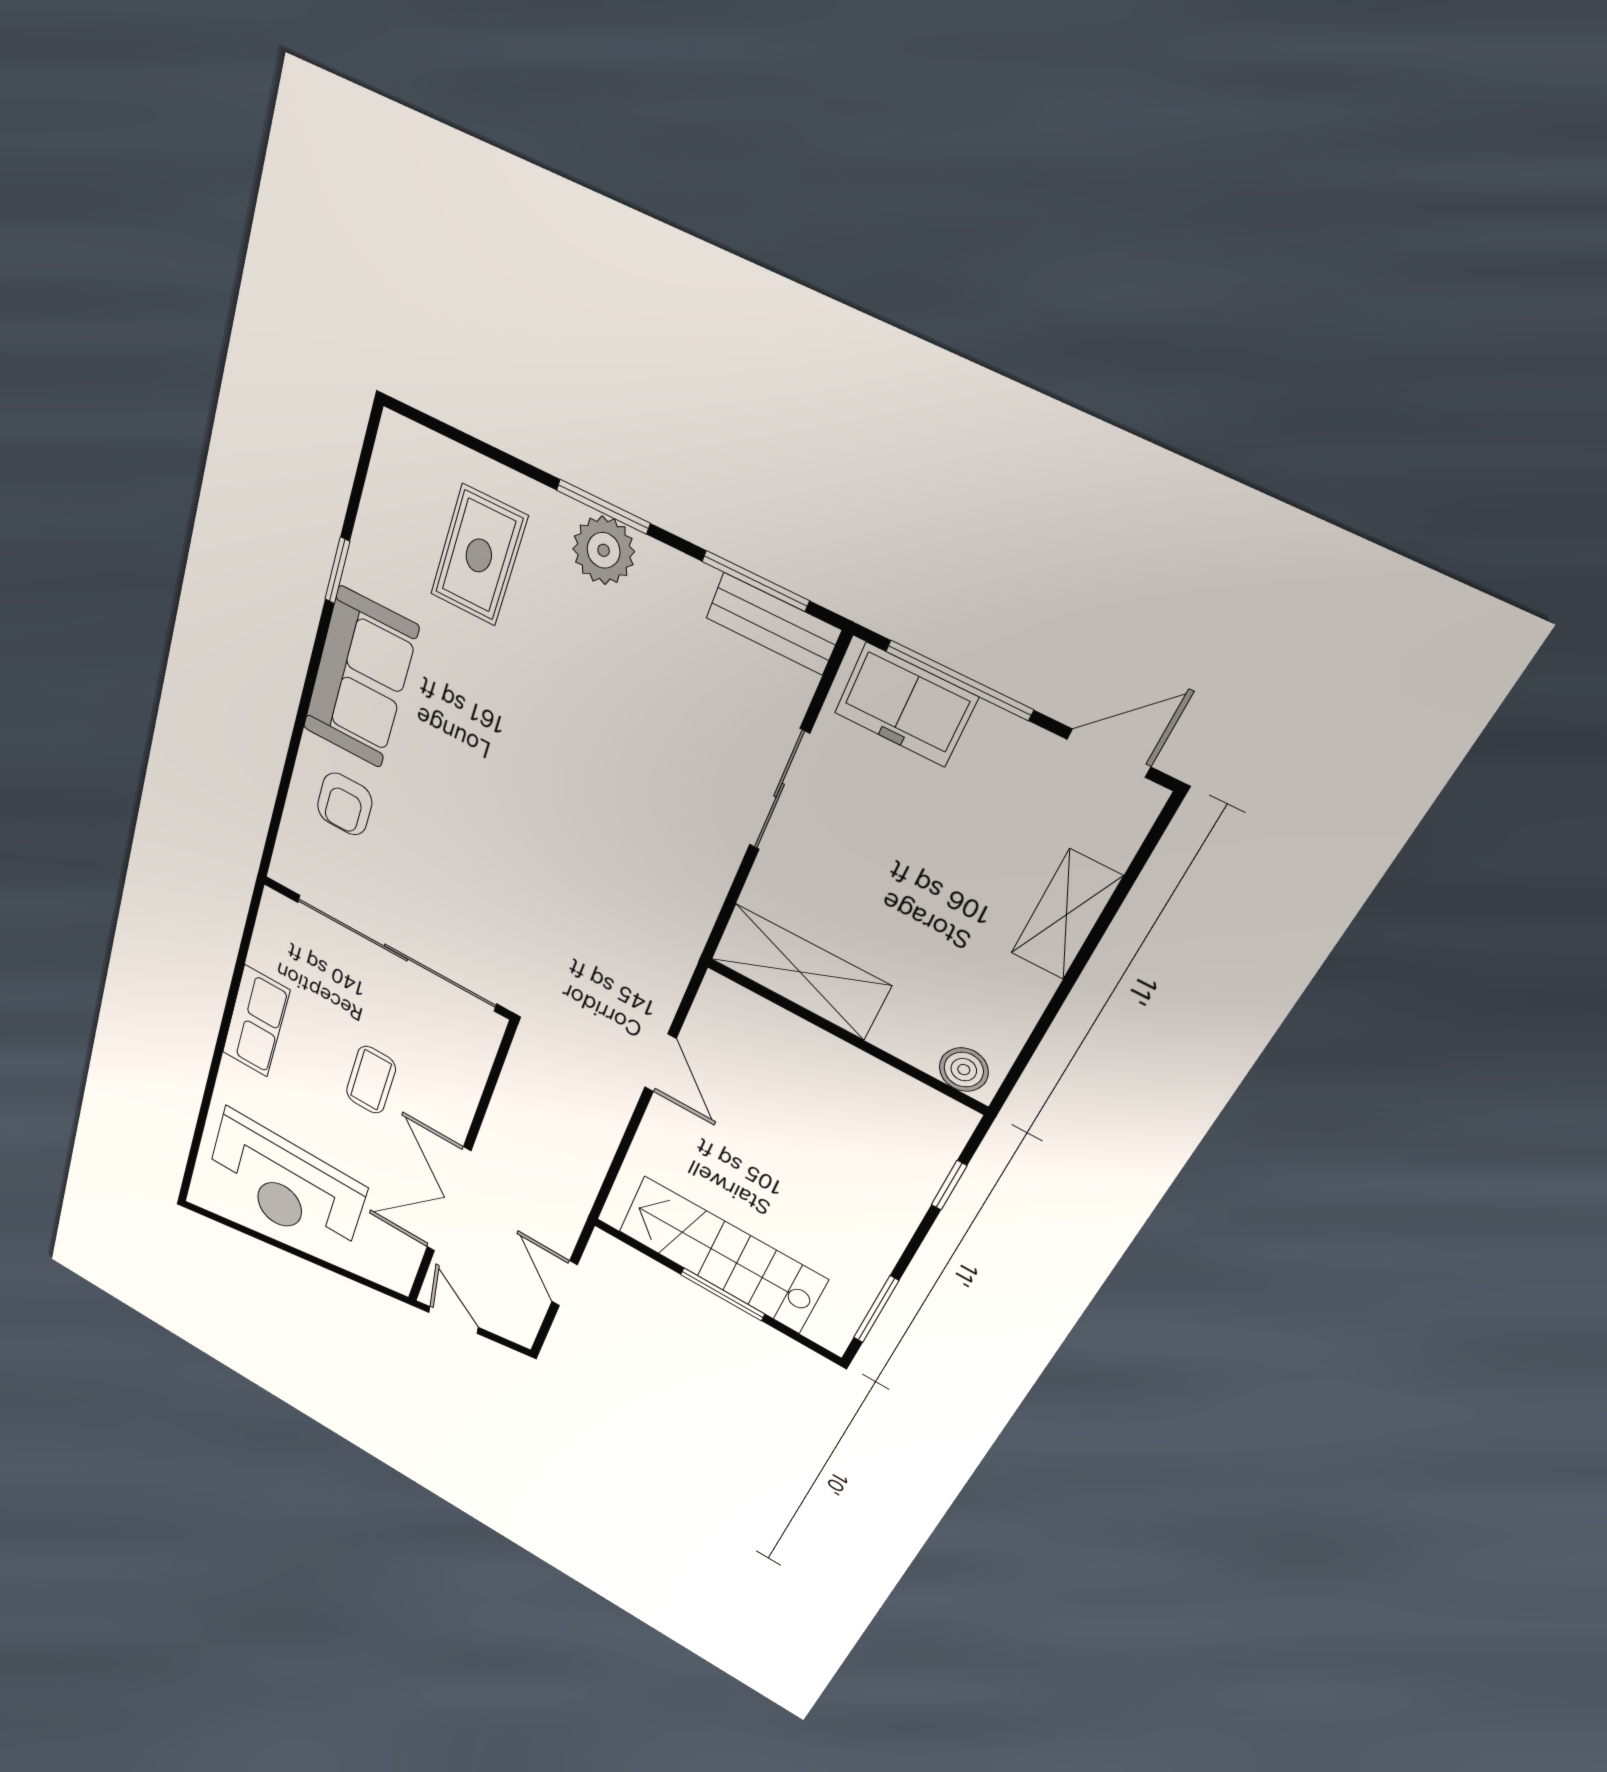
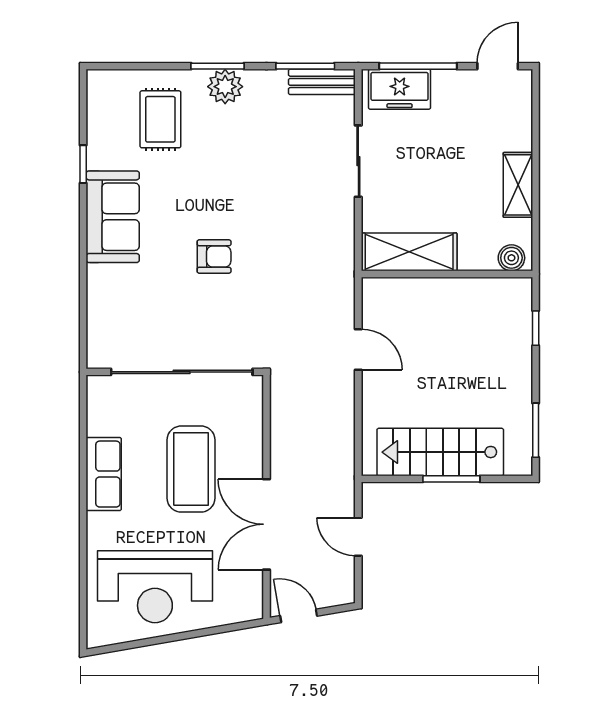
armchair: (345, 804) -> (214, 257), moved, turned -90
shelving: (1066, 915) -> (518, 185), moved
coffee table: (371, 1080) -> (191, 469), width x1.86, depth x1.72

